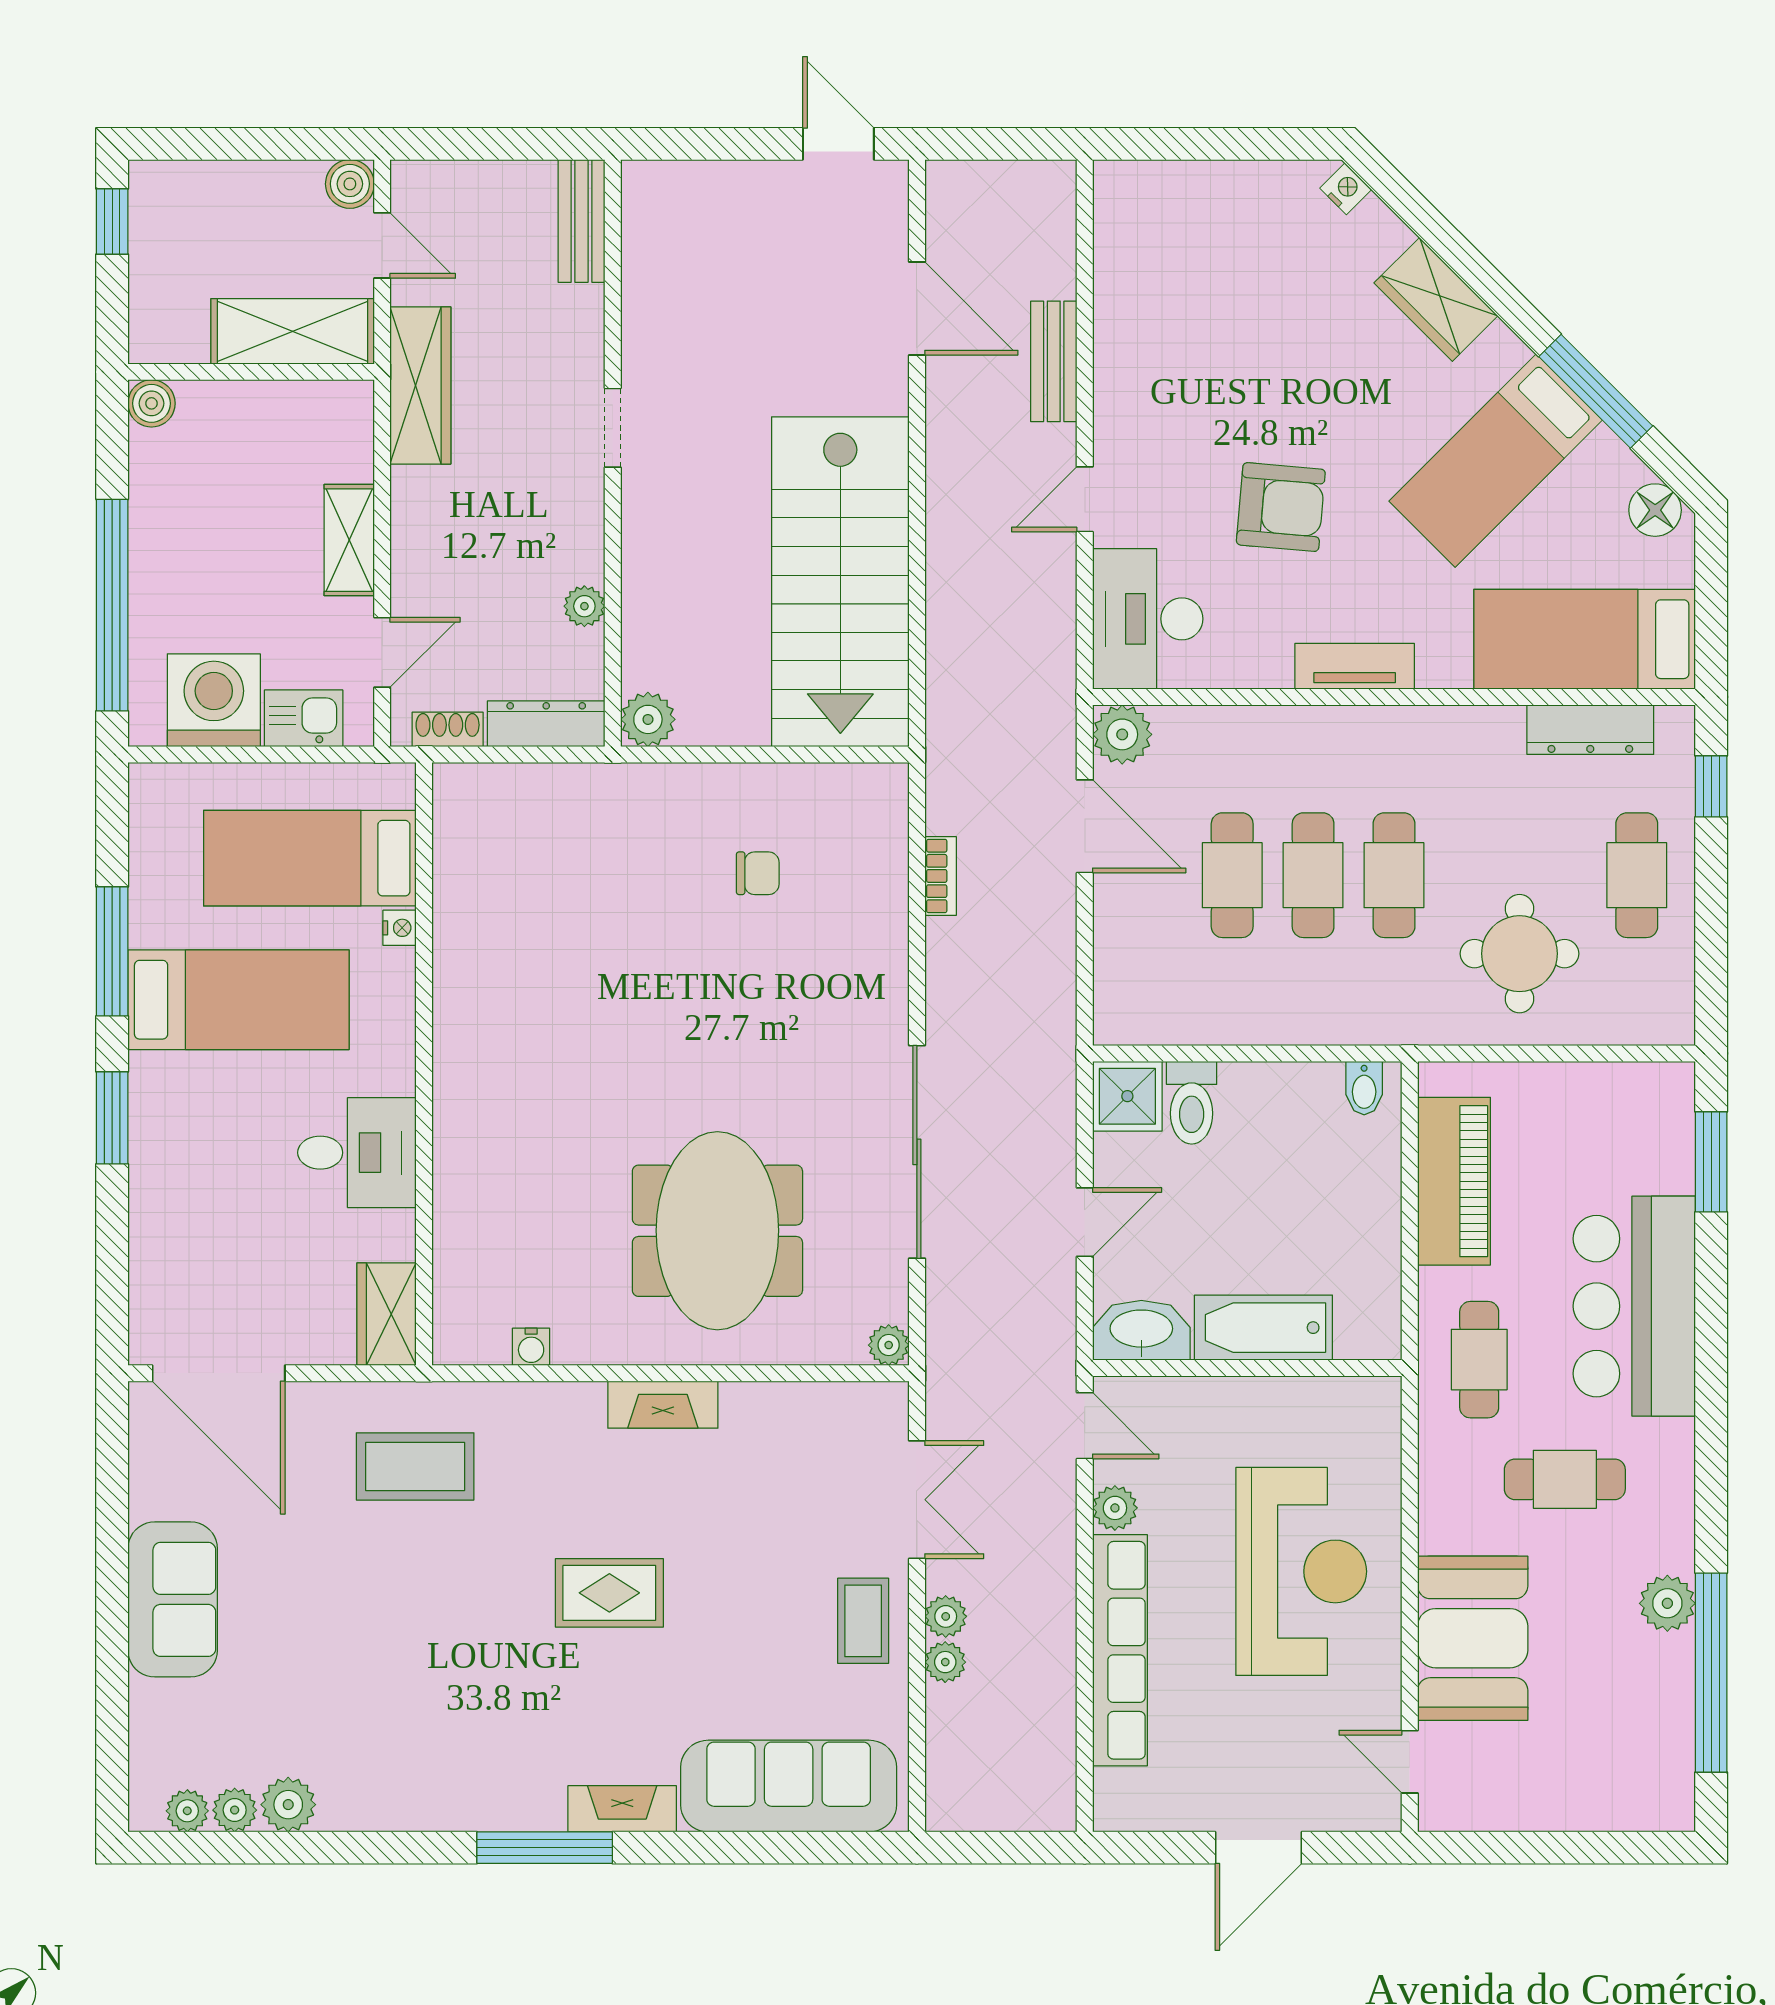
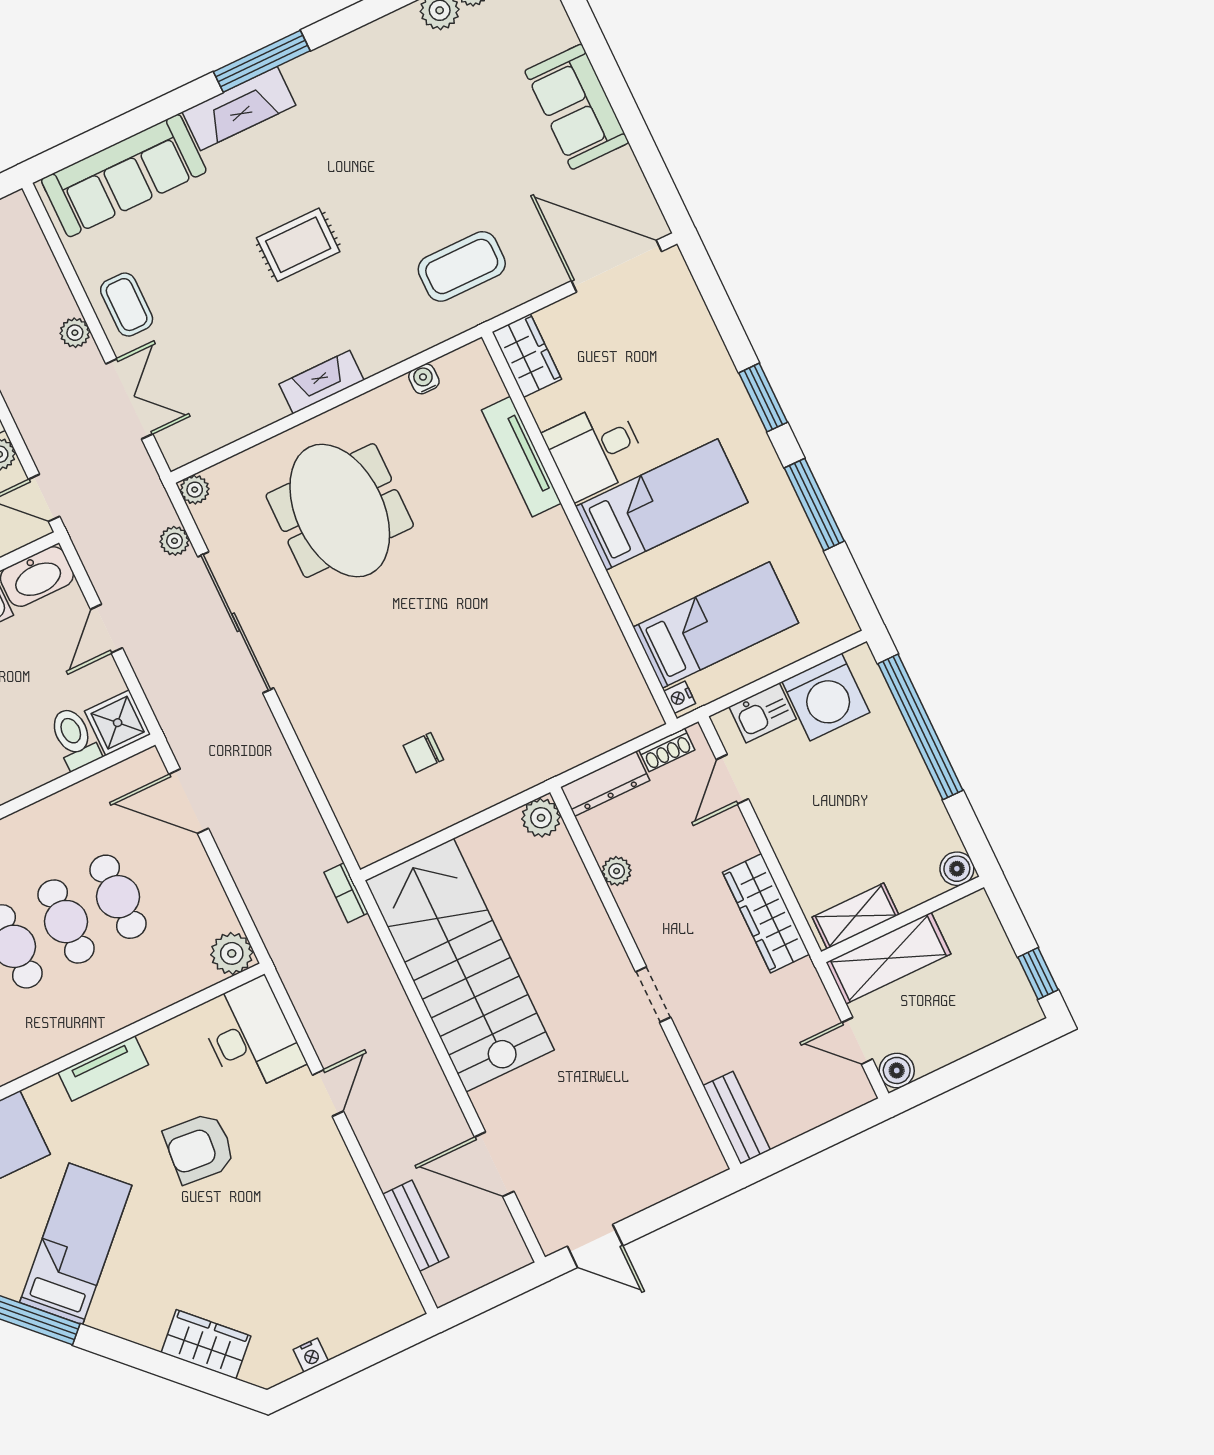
nightstand: (1346, 189) -> (311, 1355), moved, turned -45
wardrobe: (1436, 299) -> (206, 1344), moved
bench: (1054, 361) -> (416, 1226), moved
wardrobe: (420, 385) -> (766, 913), moved
shelving: (349, 540) -> (855, 916), moved, turned 90
door: (1085, 826) -> (189, 801), moved
bookcase: (941, 876) -> (346, 893), moved
nightstand: (400, 928) -> (680, 697), moved
bed: (239, 1000) -> (662, 505), moved, turned 180
tv unit: (455, 1189) -> (521, 457), added
double door: (917, 1500) -> (129, 399), swing flipped
plant: (945, 1662) -> (175, 541), moved
fireplace: (622, 1809) -> (239, 109), width x1.37, depth x1.32

